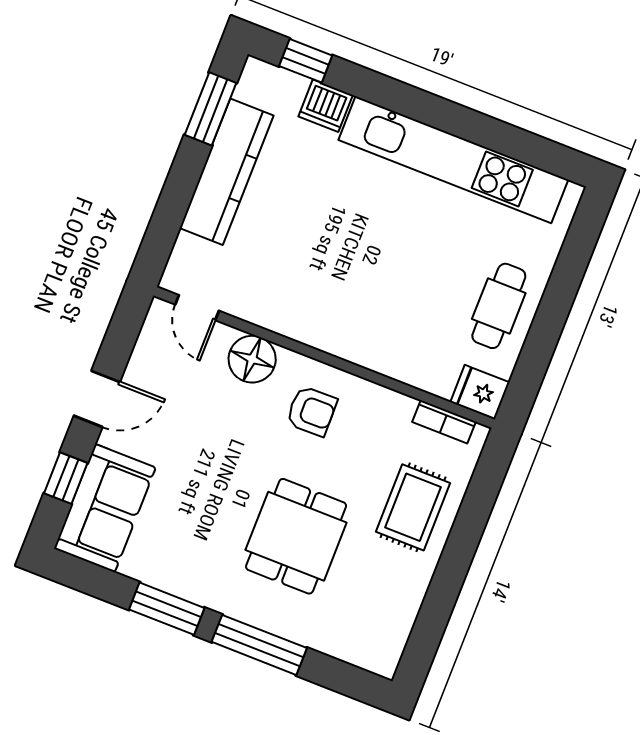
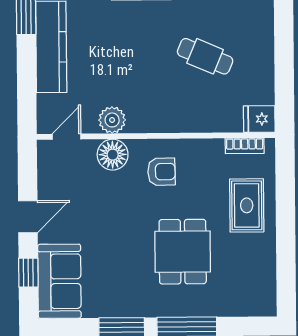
cafe table: (499, 306) -> (205, 56), moved, turned -67
door: (197, 308) -> (66, 137), swing flipped
plant: (271, 310) -> (112, 120), added

